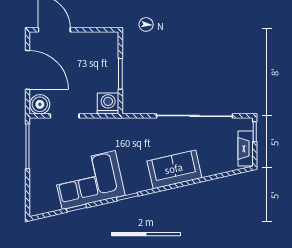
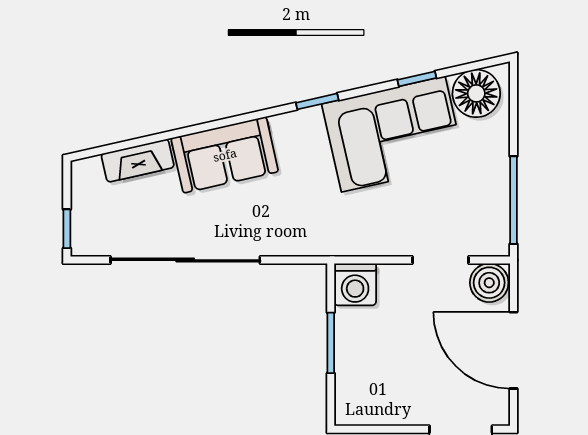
fireplace: (246, 149) -> (138, 161), moved, turned 77
floor lamp: (46, 201) -> (476, 93), added

